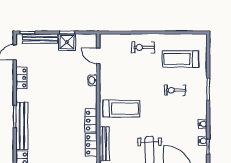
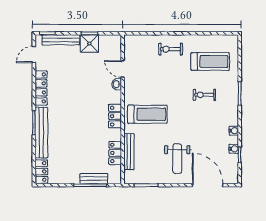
door: (98, 56) -> (123, 69), moved
treadmill: (180, 59) -> (210, 61), turned 180
locker: (22, 78) -> (41, 88), width x1.53
locker: (91, 121) -> (115, 116), moved

